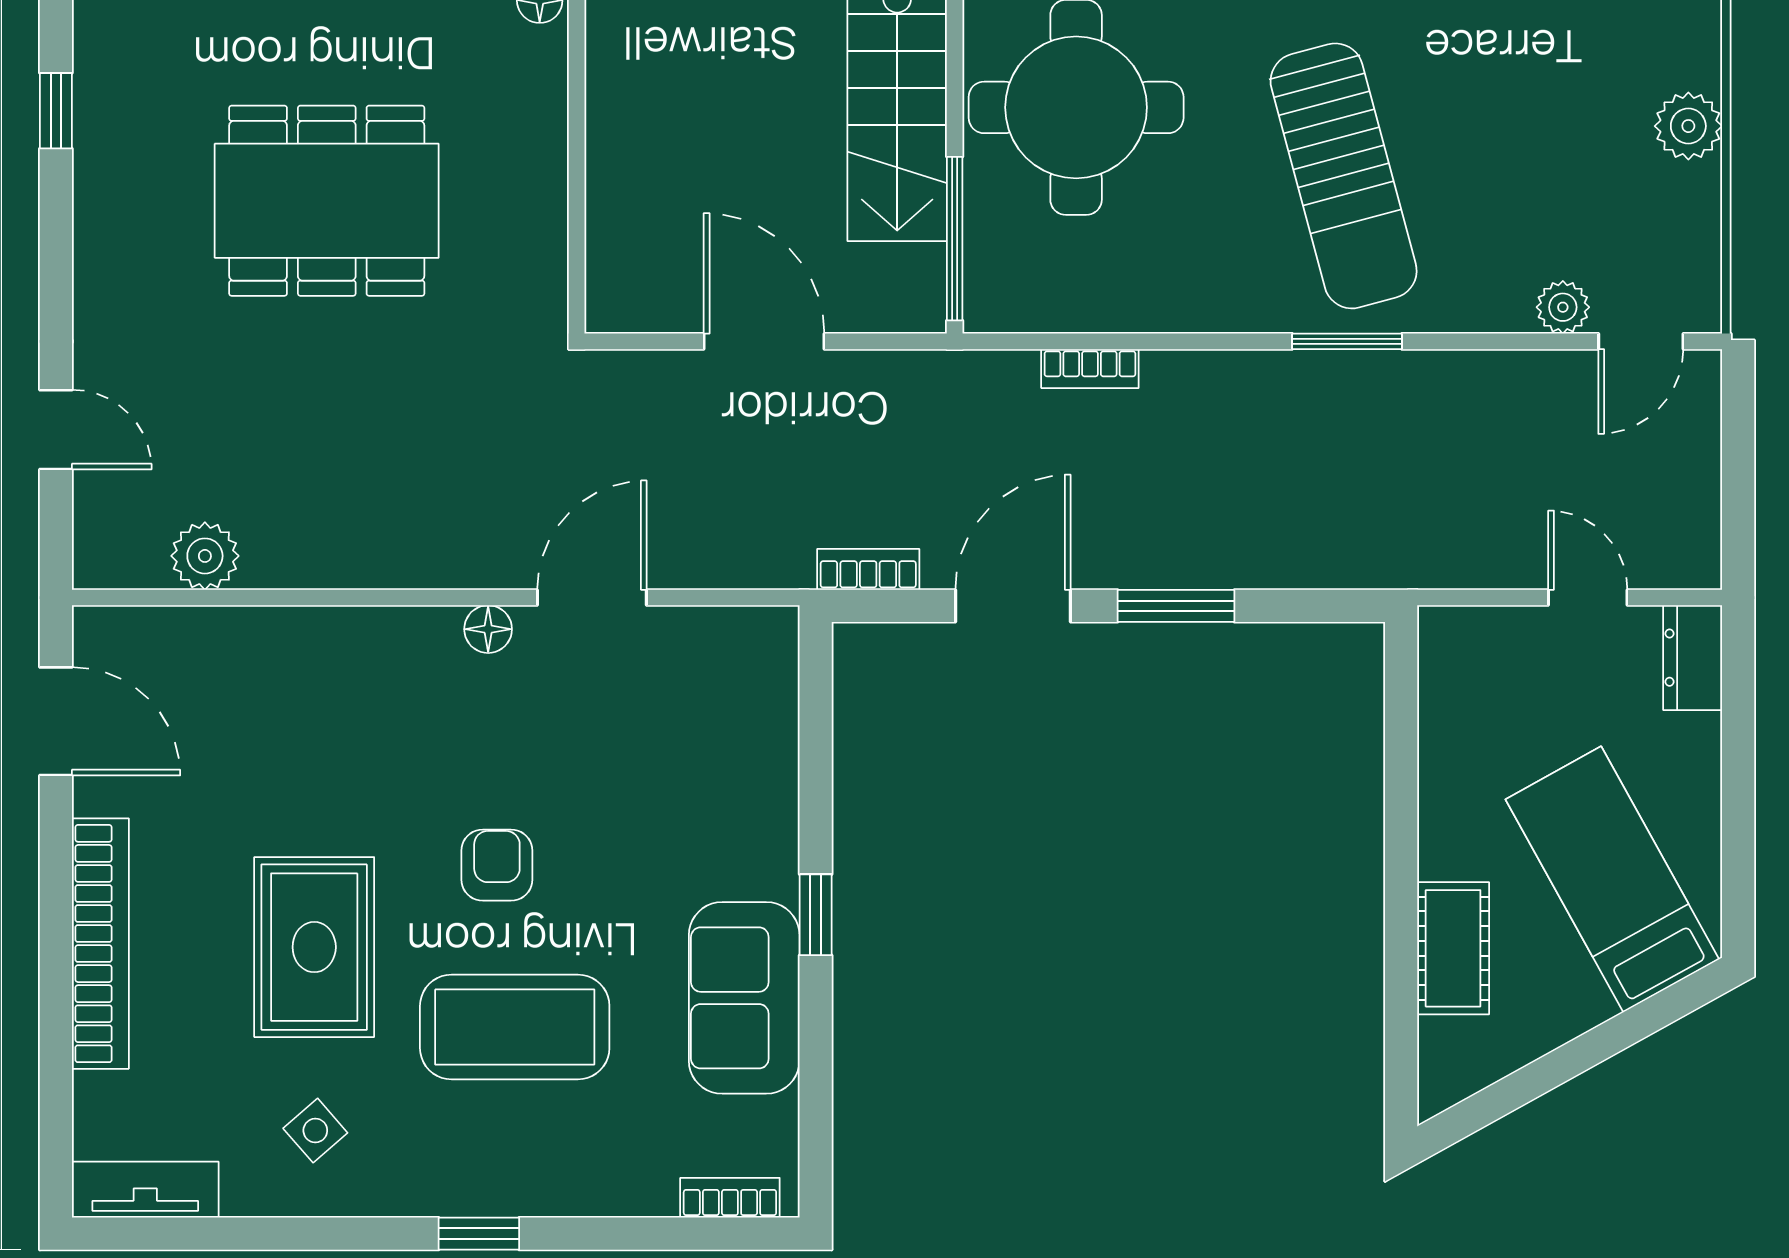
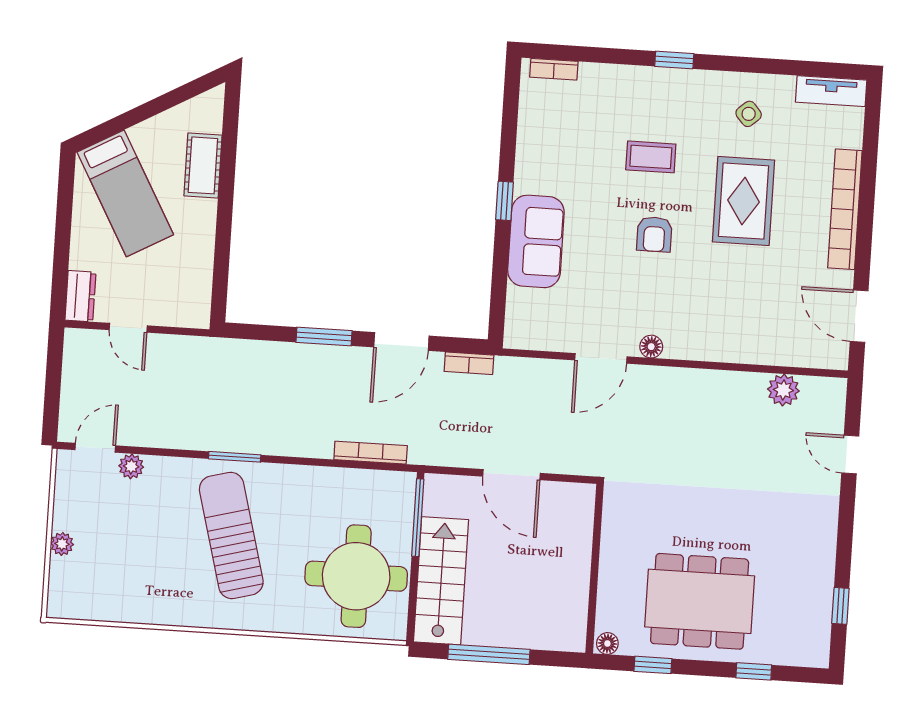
plant: (1688, 126) -> (62, 544), width x0.73, depth x0.73
dining table: (327, 201) -> (700, 601), moved
bookcase: (1090, 369) -> (371, 453), width x1.56
sofa: (744, 998) -> (536, 241), moved
coffee table: (515, 1027) -> (651, 157), width x0.54, depth x0.58

